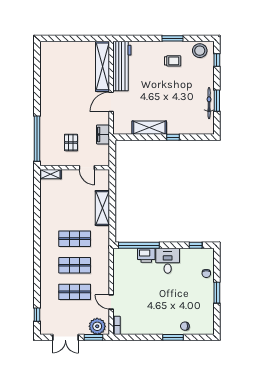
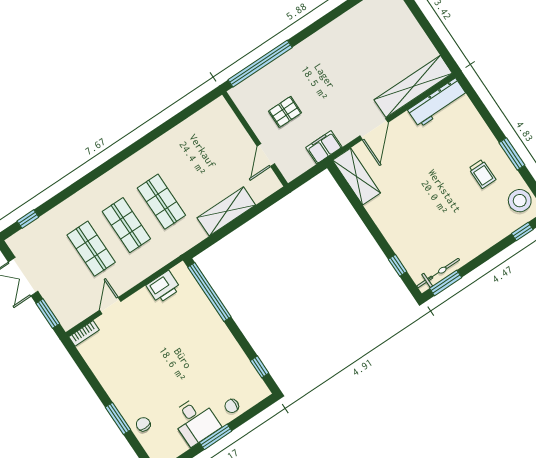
workbench: (122, 66) -> (437, 103), width x0.73, depth x0.76
window: (217, 101) -> (446, 283), moved
door: (111, 102) -> (374, 129), swing flipped
bicycle: (209, 103) -> (438, 273), moved
shelving: (149, 128) -> (357, 177), moved
window: (173, 137) -> (398, 265), moved
shelving: (50, 174) -> (225, 113), removed
printer: (146, 255) -> (163, 287), moved, turned -90
desk: (168, 261) -> (195, 421), moved, turned 90
plant: (97, 326) -> (66, 309), removed

